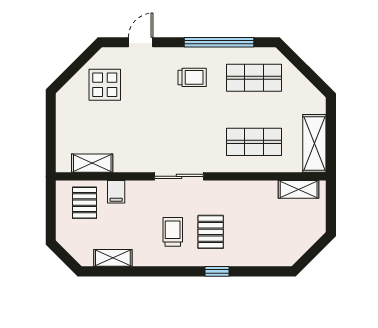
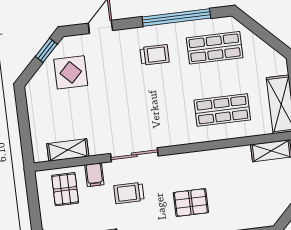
window: (83, 59) -> (46, 50), added
sliding door: (179, 176) -> (134, 155), moved
trolley: (173, 232) -> (129, 193), moved, turned -90
pallet: (211, 232) -> (191, 203), turned 90

